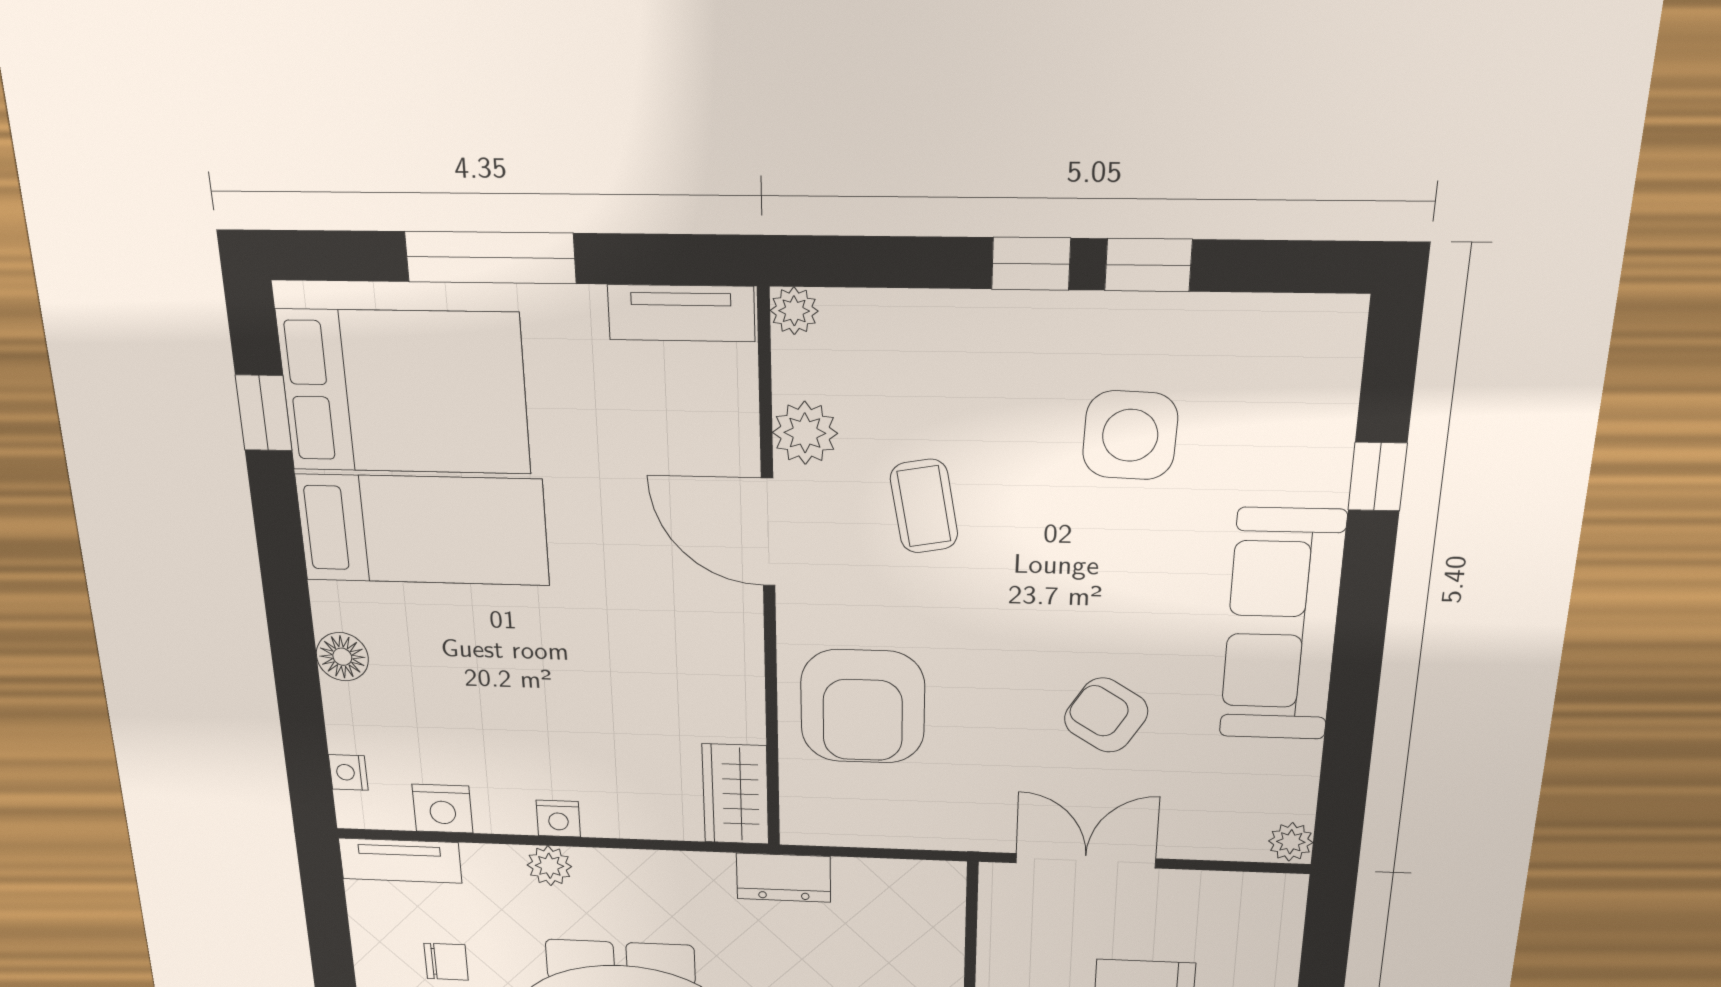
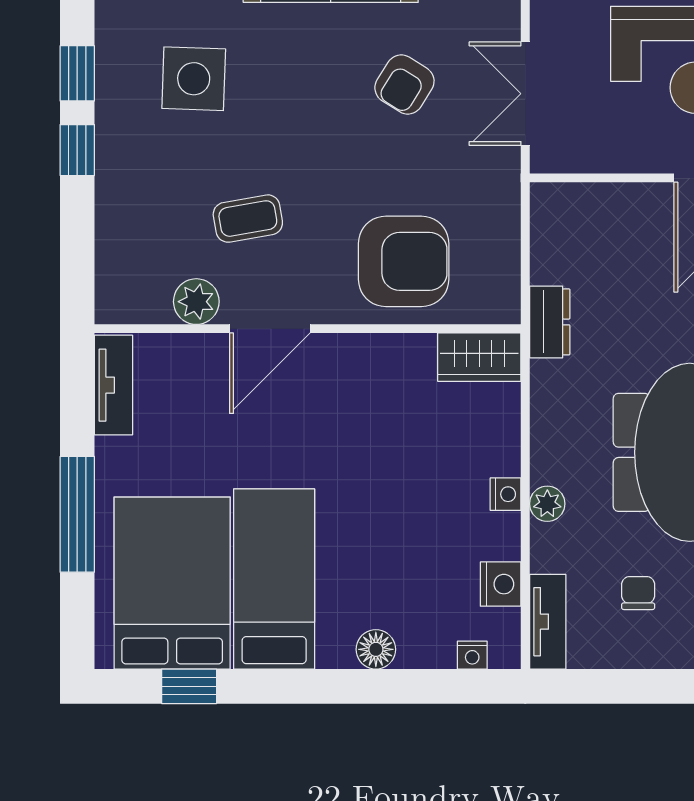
plant: (794, 311) -> (111, 308), removed

